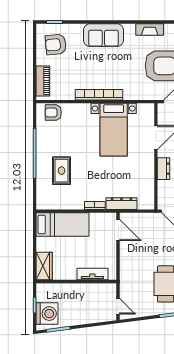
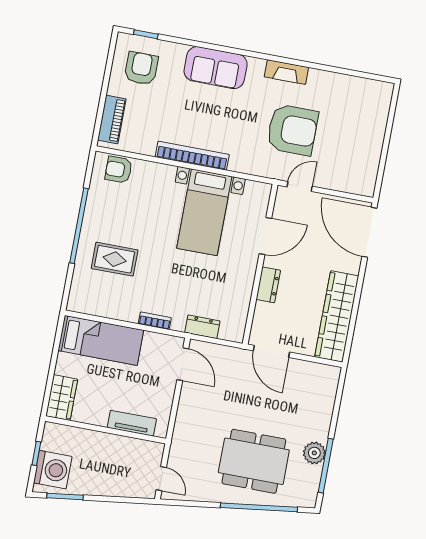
armchair: (56, 45) -> (141, 68), turned 95
rug: (62, 171) -> (115, 259), turned 90
dresser: (121, 204) -> (202, 327), width x0.70

